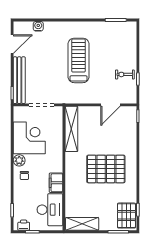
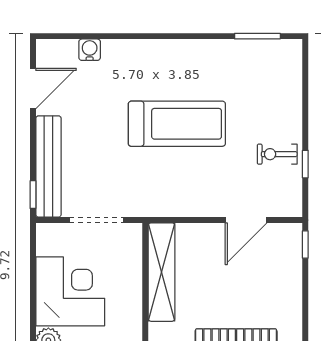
treadmill: (79, 60) -> (177, 124), turned 90

